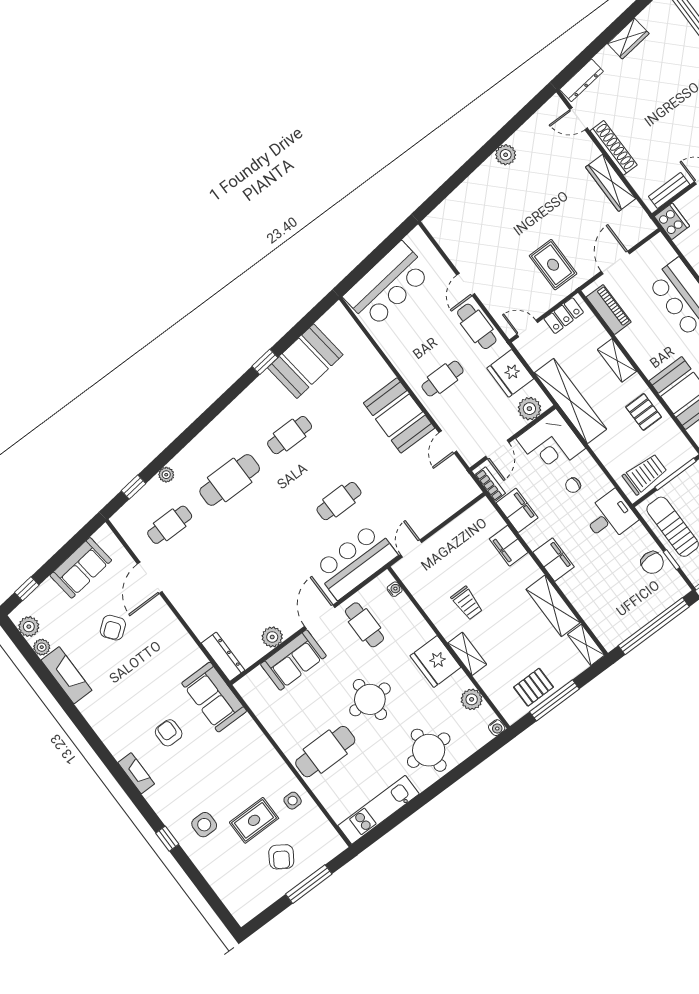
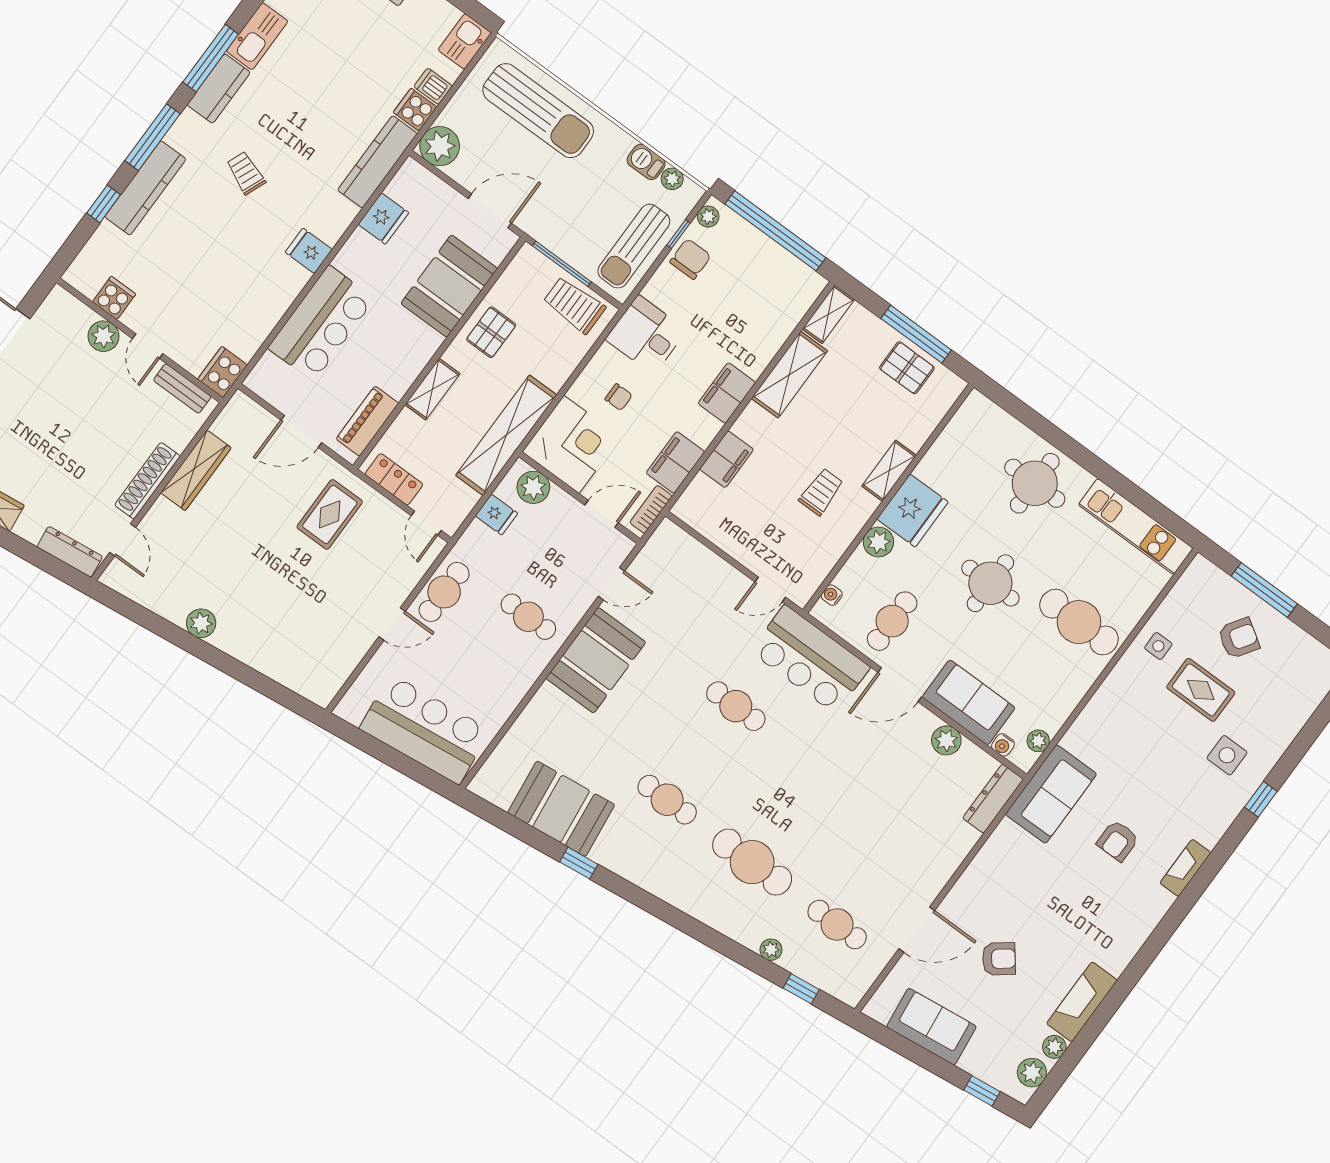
fridge: (510, 373) -> (496, 515), width x0.53, depth x0.75
plant: (677, 583) -> (708, 217), added
plant: (253, 699) -> (1038, 741), added
plant: (472, 699) -> (878, 542), moved
water cooler: (497, 728) -> (1003, 745), moved, turned 180

